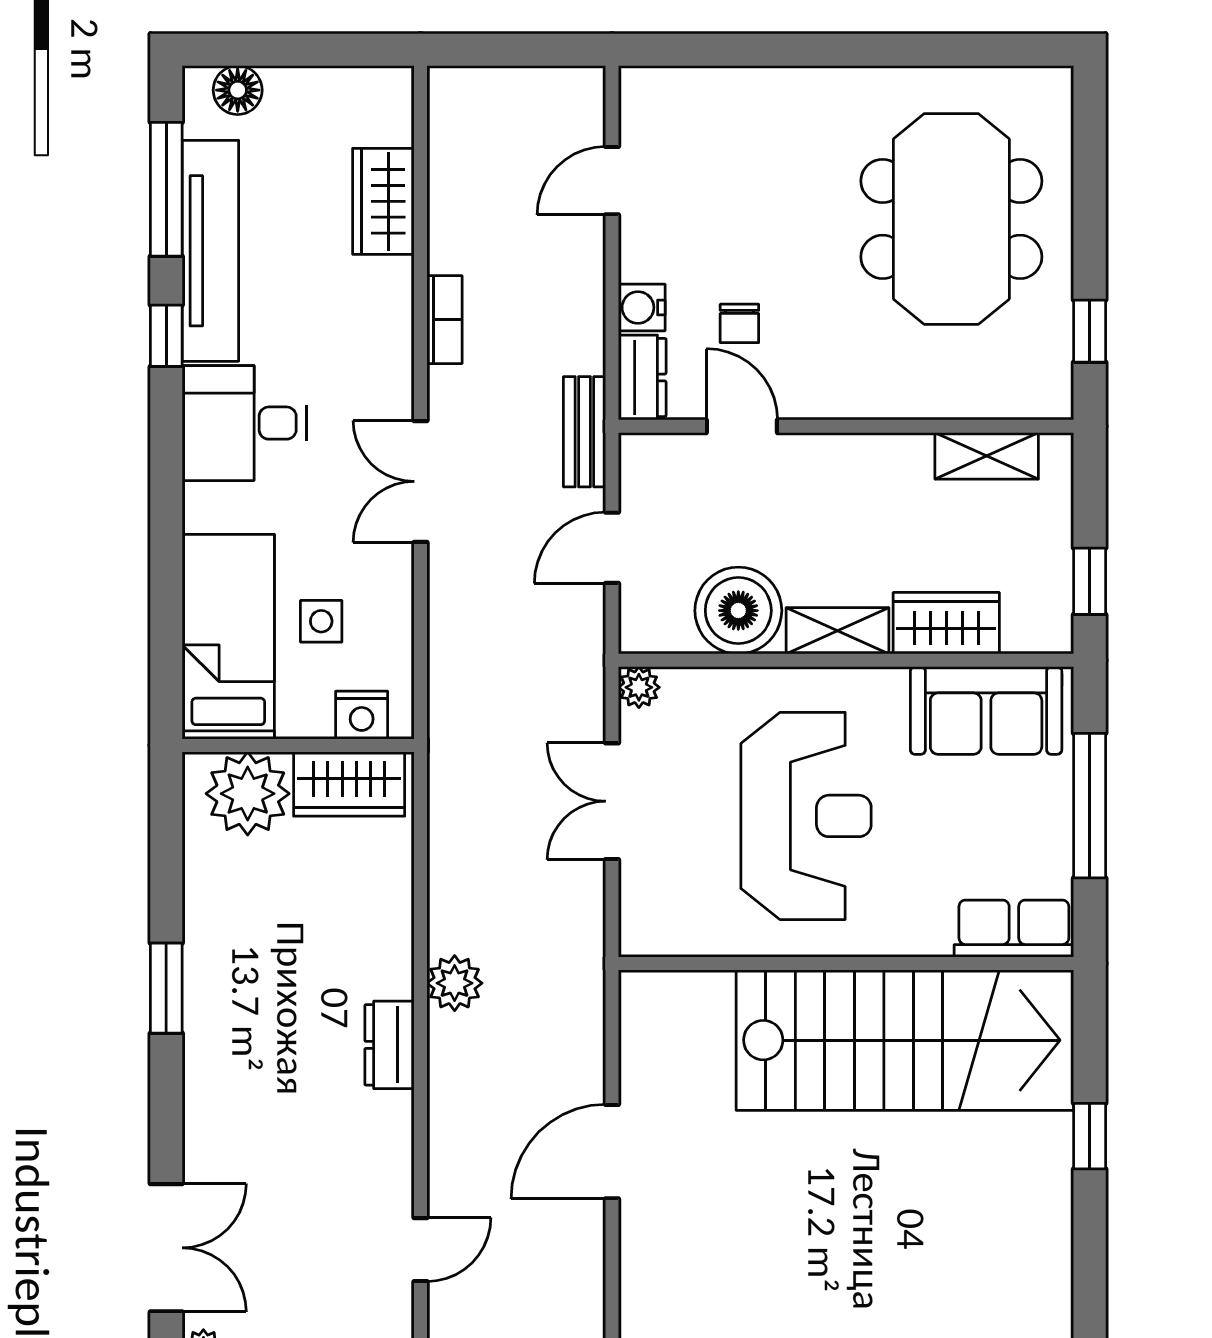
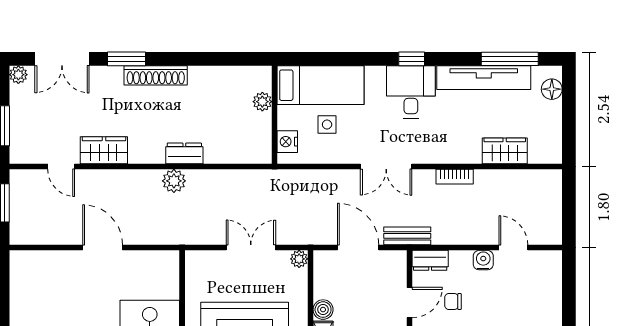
water cooler: (642, 307) -> (483, 260), moved
window: (166, 336) -> (412, 59), moved
double door: (420, 481) -> (386, 167), swing flipped
door: (612, 548) -> (358, 248), width x1.38
boiler: (738, 611) -> (323, 310), width x0.54, depth x0.54
wardrobe: (349, 784) -> (104, 150), moved, turned 90
plant: (248, 794) -> (262, 102), width x0.53, depth x0.53
window: (166, 988) -> (126, 59), moved
shoe rack: (205, 1026) -> (156, 75), added
dresser: (389, 1045) -> (184, 153), moved

